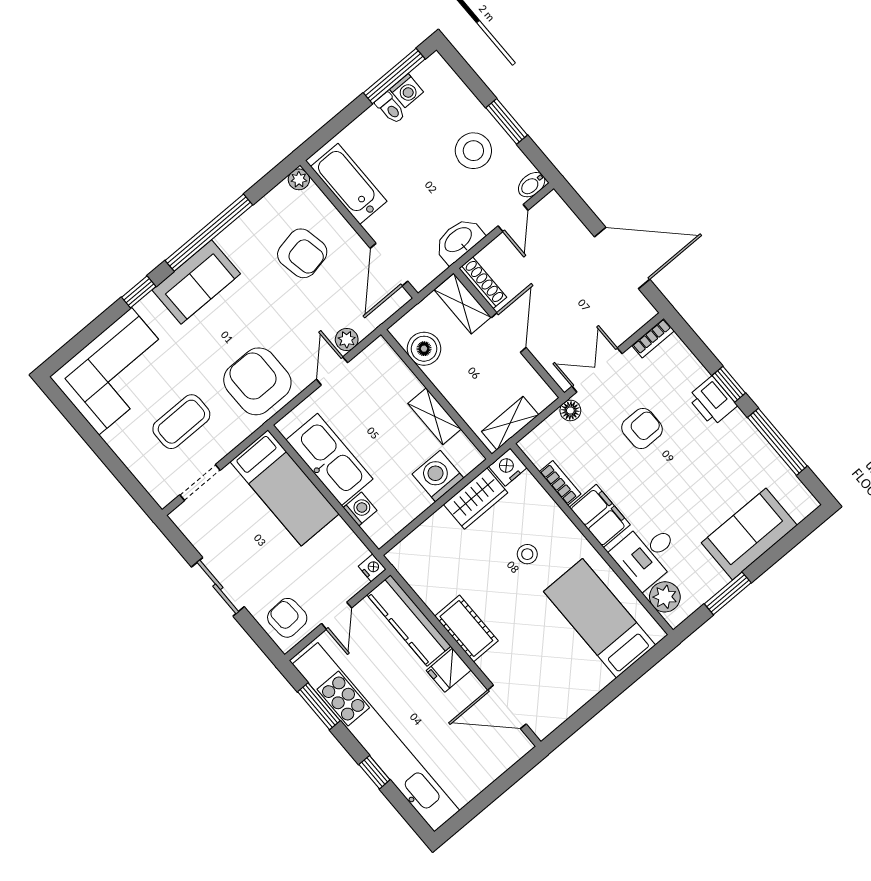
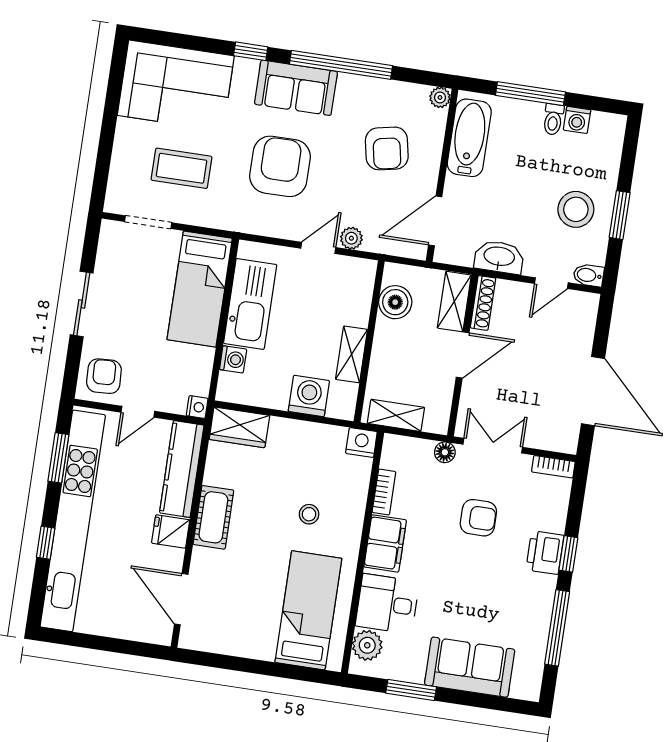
window: (394, 76) -> (530, 94), moved
armchair: (257, 381) -> (280, 166), moved
wardrobe: (476, 499) -> (239, 427), moved

